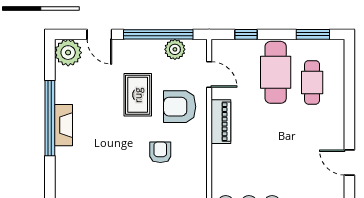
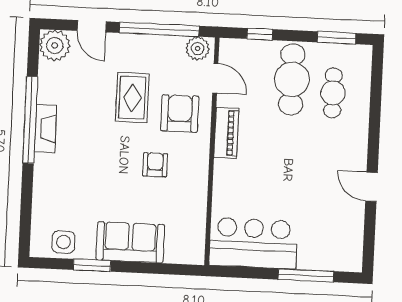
plant: (175, 49) -> (198, 49), moved
armchair: (180, 107) -> (180, 113), turned 90

